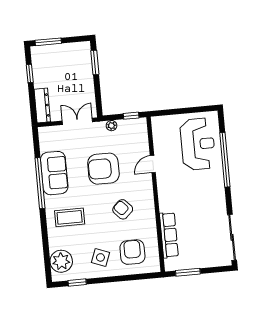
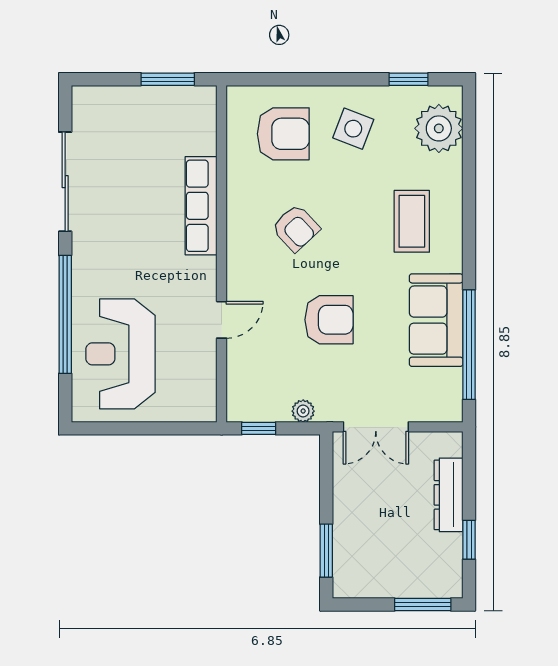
dresser: (42, 105) -> (449, 495), moved
armchair: (103, 169) -> (329, 320), width x0.73, depth x0.73
window: (40, 183) -> (469, 345), moved
coffee table: (70, 217) -> (412, 221), turned 90
row of seats: (169, 235) -> (201, 206), moved
sliding door: (232, 237) -> (65, 182), moved
armchair: (132, 252) -> (283, 134), turned -90

